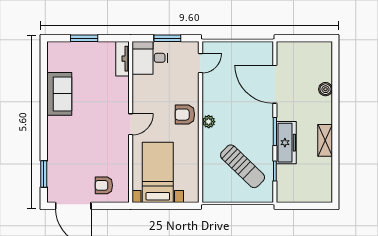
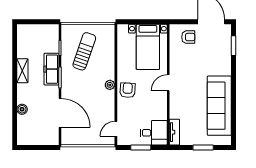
sofa: (59, 94) -> (219, 106), width x1.85, depth x1.27
armchair: (185, 115) -> (128, 90), turned -87
sun lounger: (243, 166) -> (84, 51), turned 65

